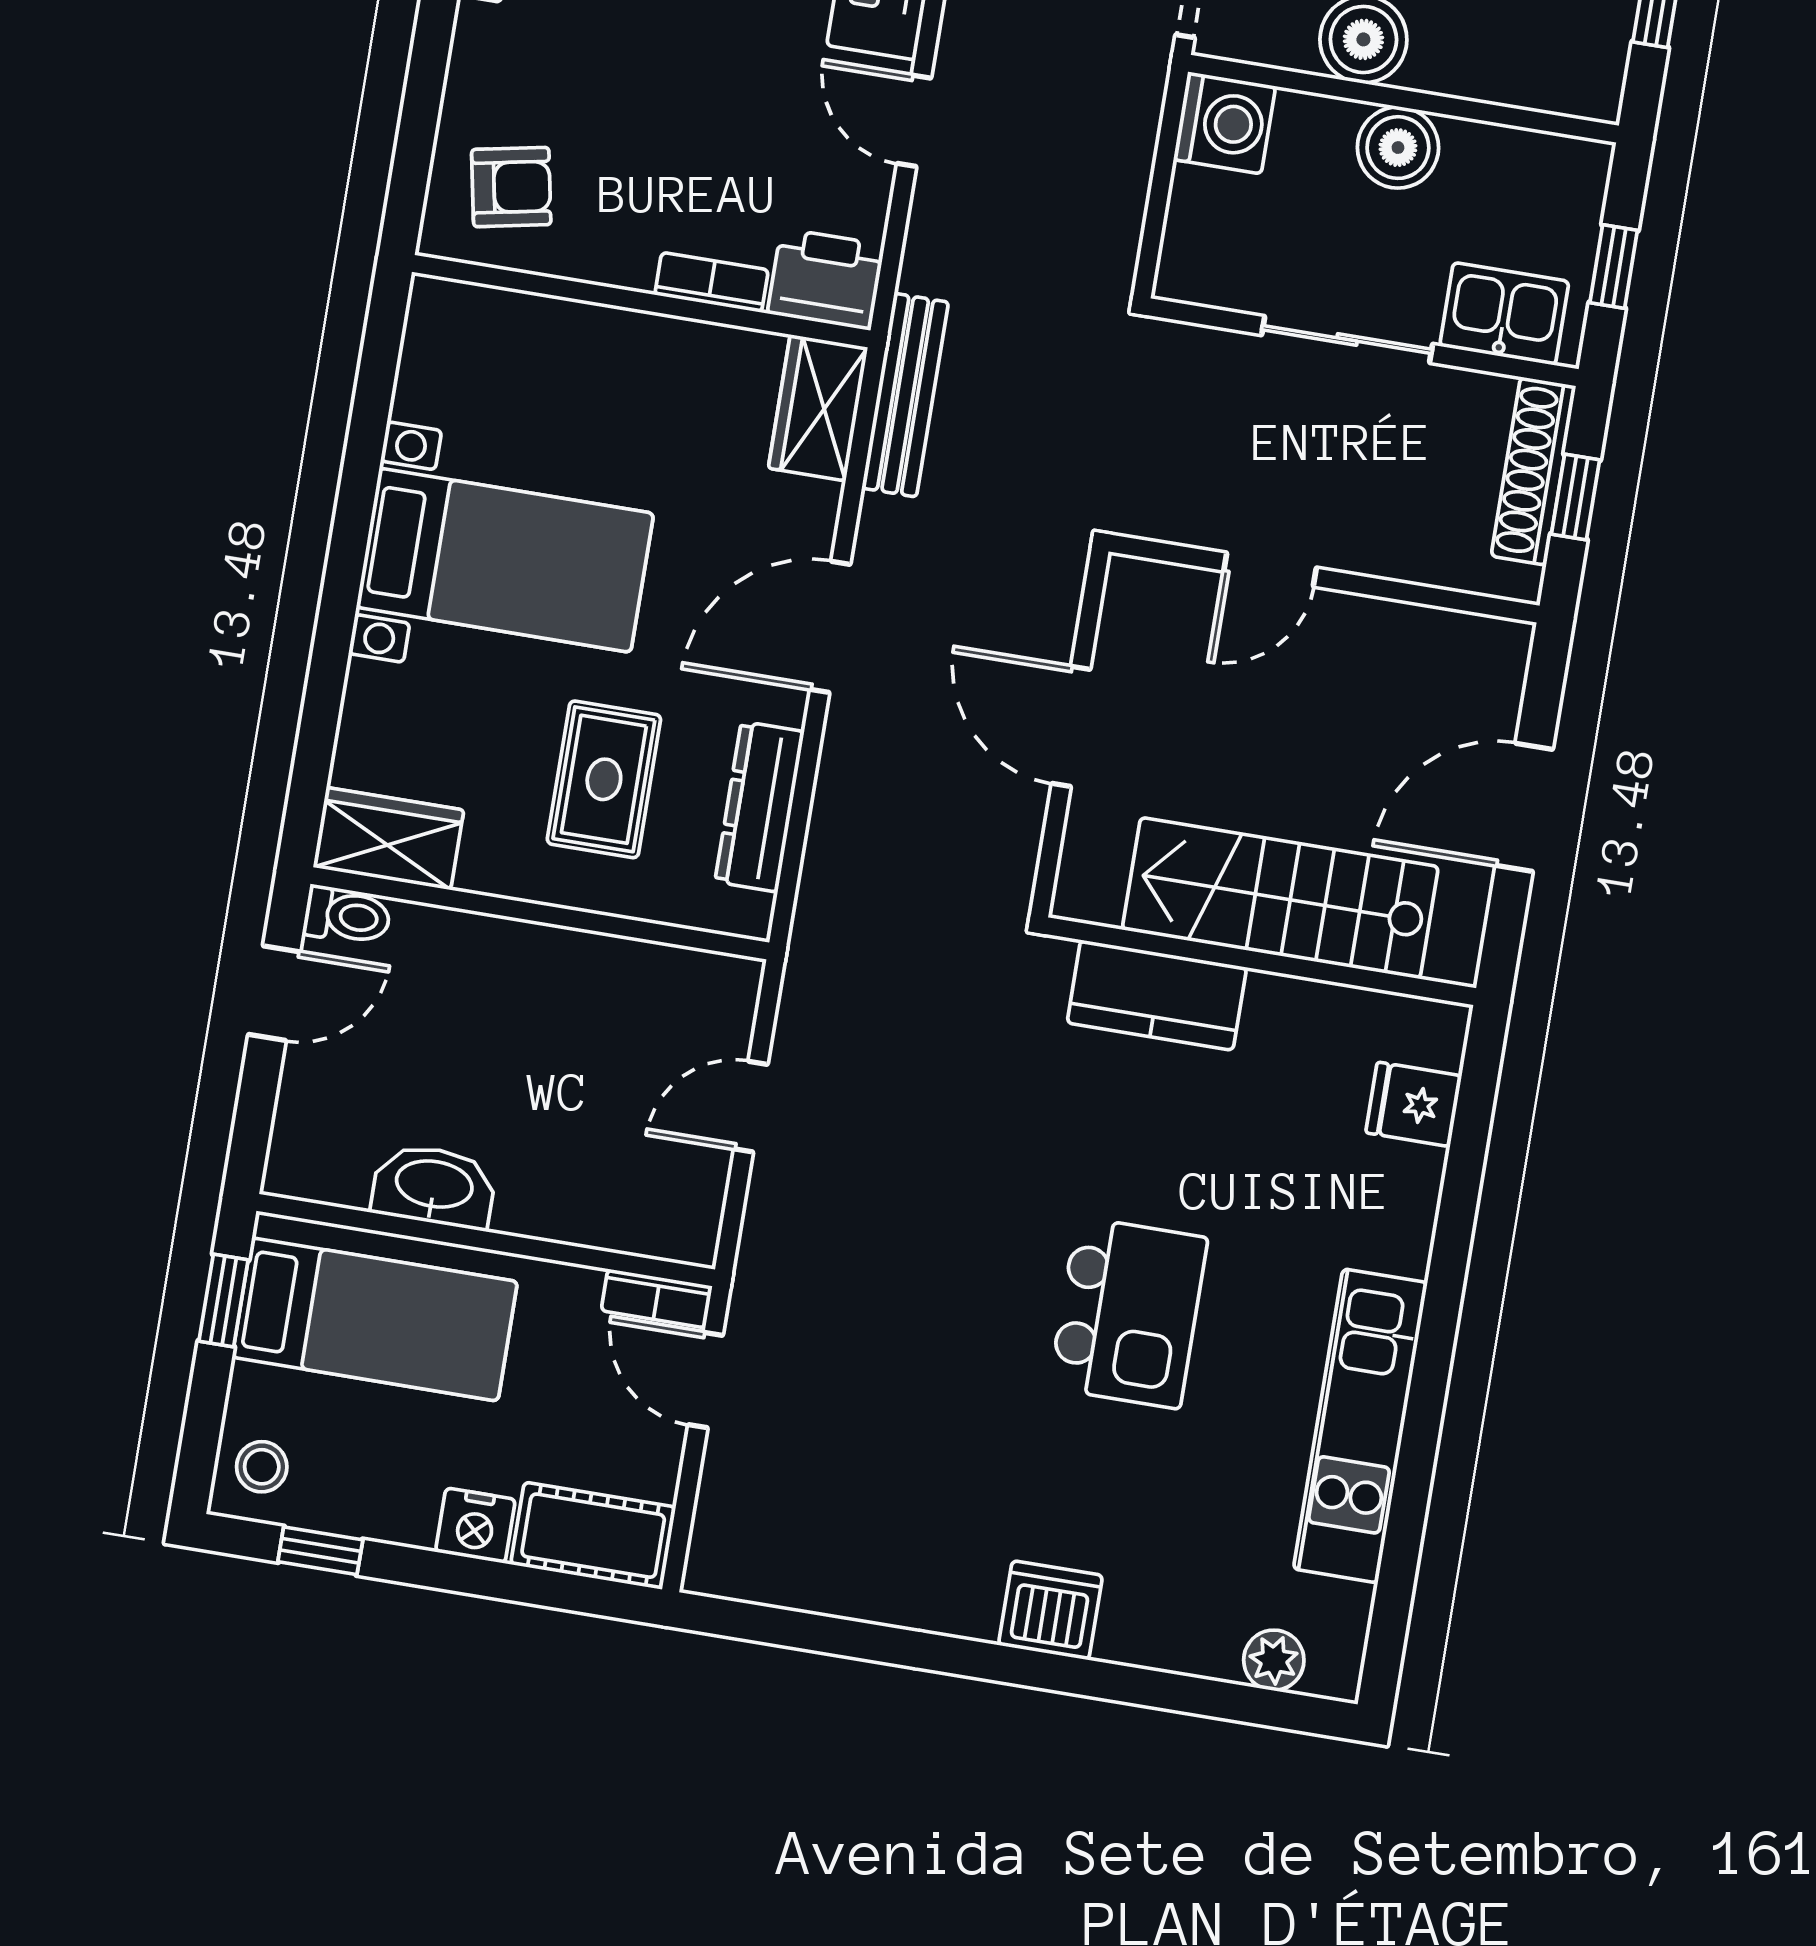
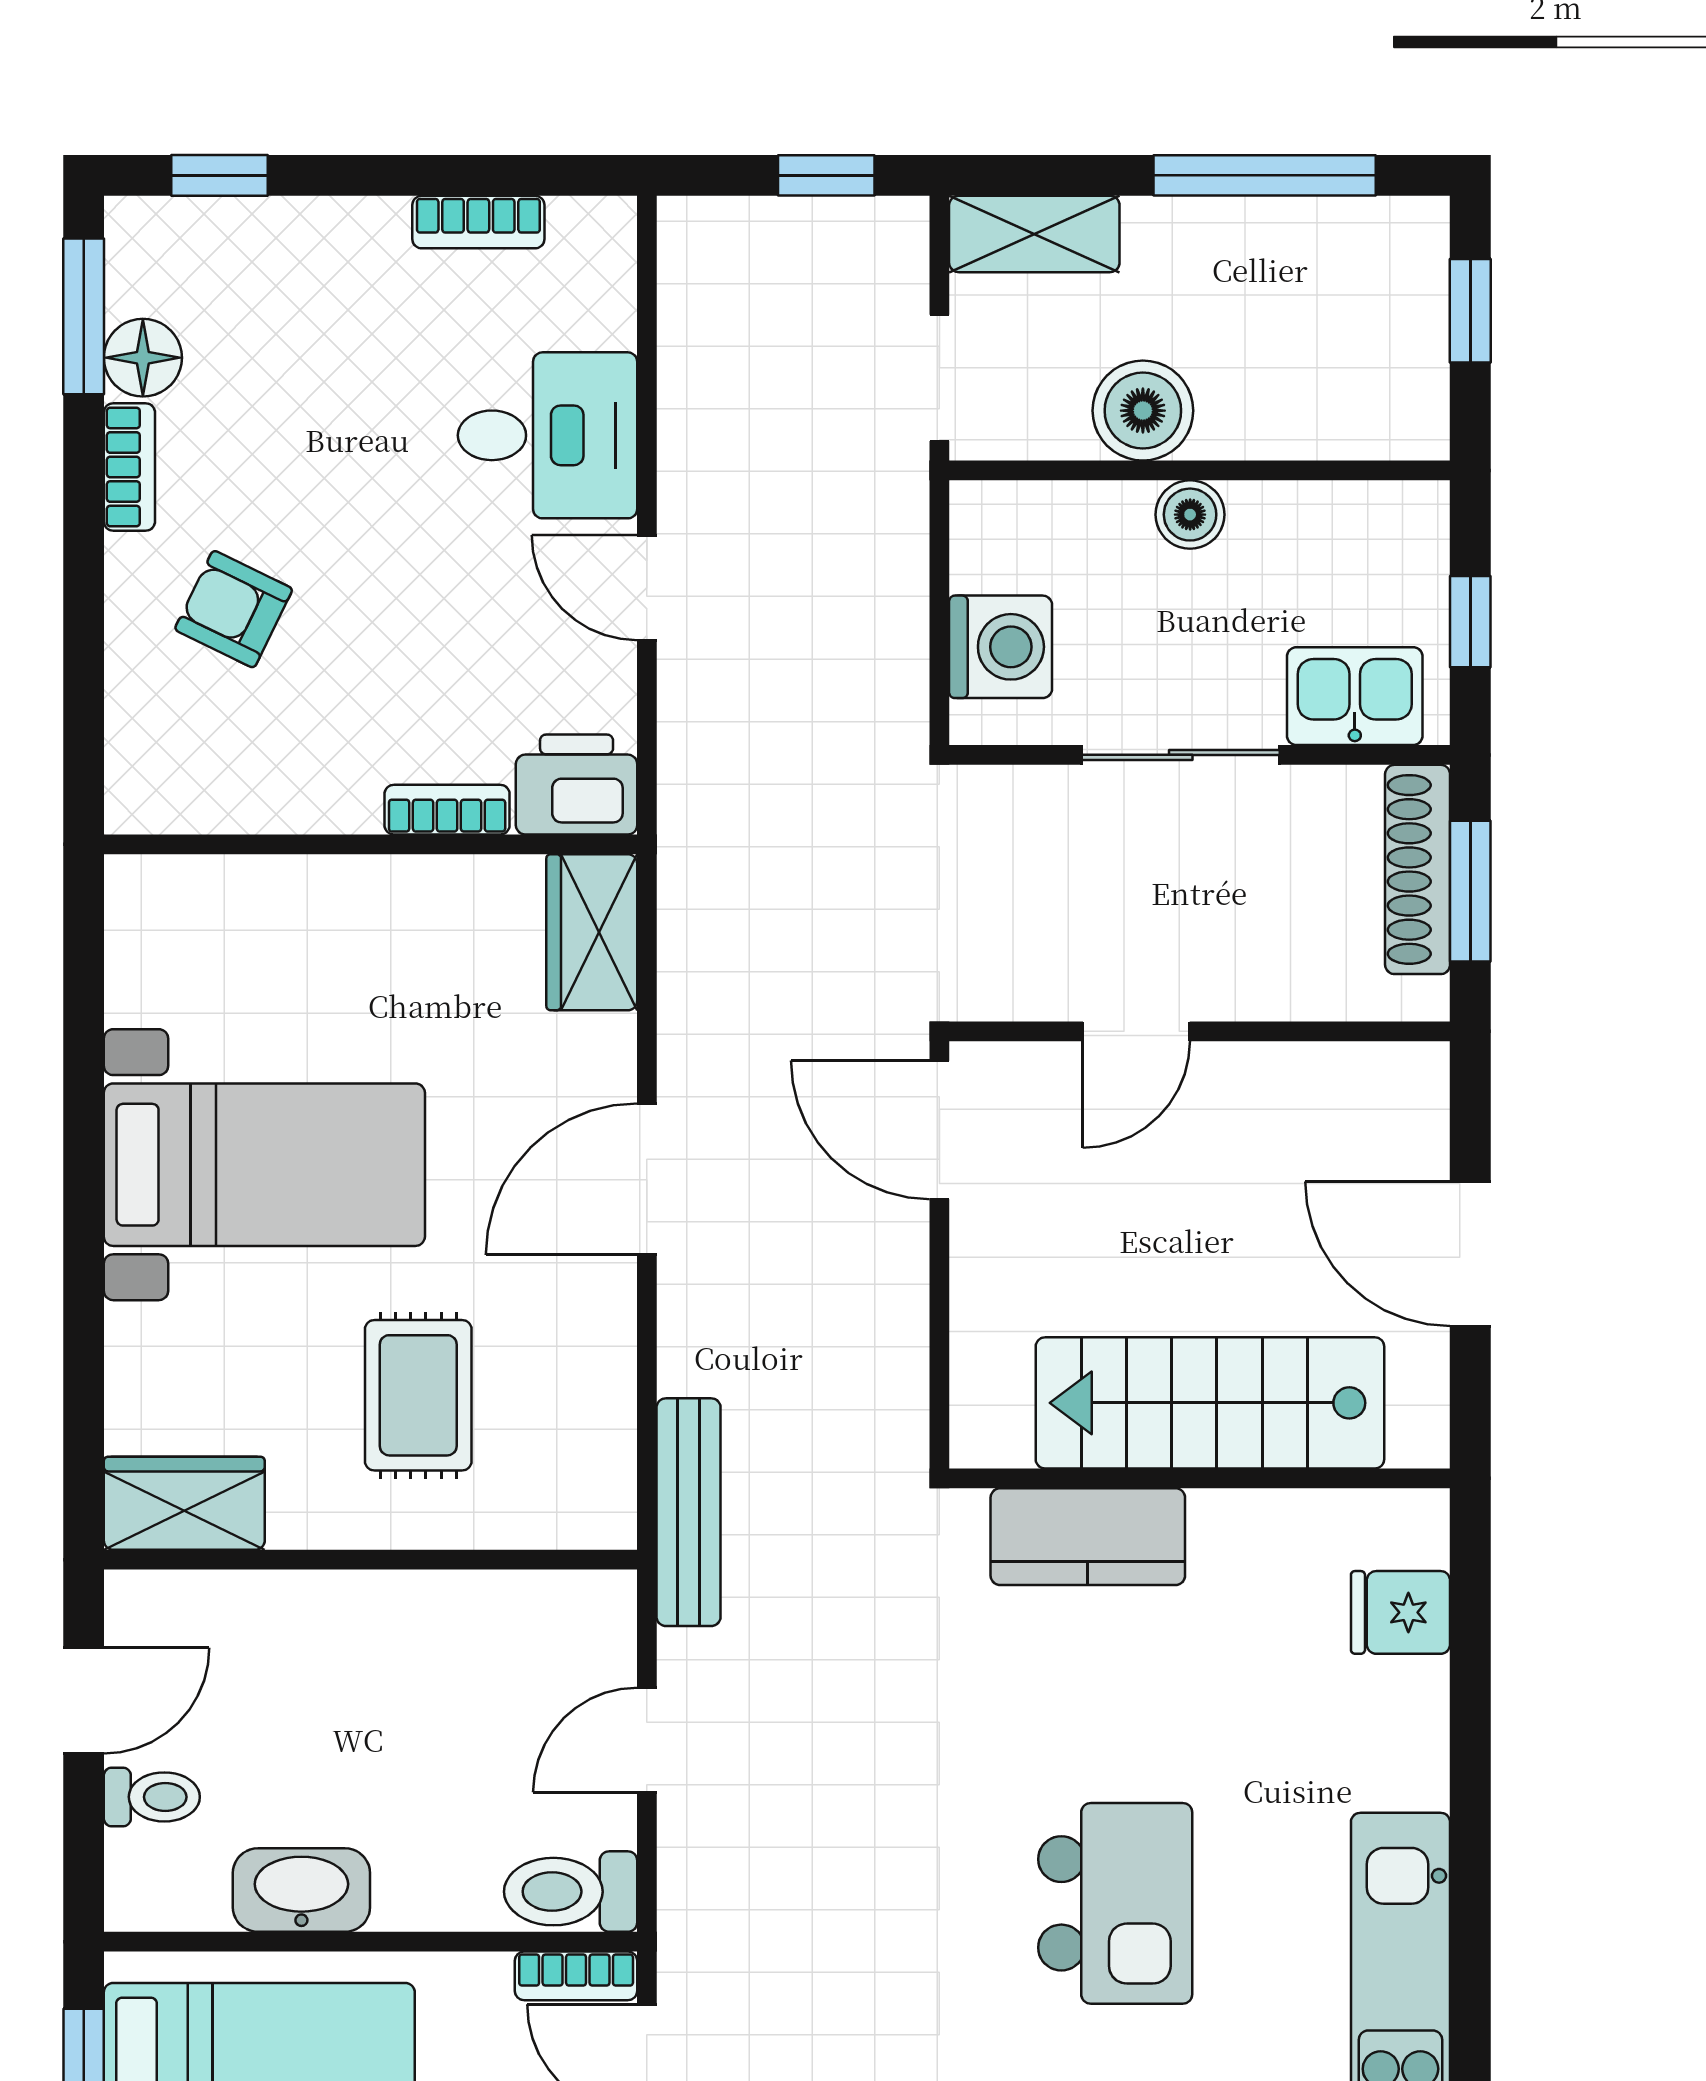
washing machine: (1225, 123) -> (1001, 647), moved
boiler: (1398, 148) -> (1190, 515), width x0.73, depth x0.73
armchair: (511, 187) -> (234, 609), moved, turned -143
bench: (905, 395) -> (689, 1512), moved
window: (1575, 497) -> (1470, 891), width x1.50
door: (1071, 726) -> (939, 1130), moved
dresser: (760, 807) -> (600, 1397), removed
door: (1524, 807) -> (1470, 1254), hinge flipped
toilet: (347, 916) -> (152, 1797), moved
toilet: (664, 1226) -> (571, 1892), added

